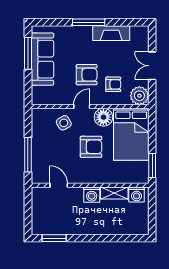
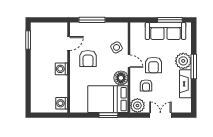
plant: (81, 36) -> (183, 61), added
armchair: (91, 147) -> (88, 59), moved
window: (152, 165) -> (108, 115), moved
shelving: (114, 193) -> (63, 86), removed

